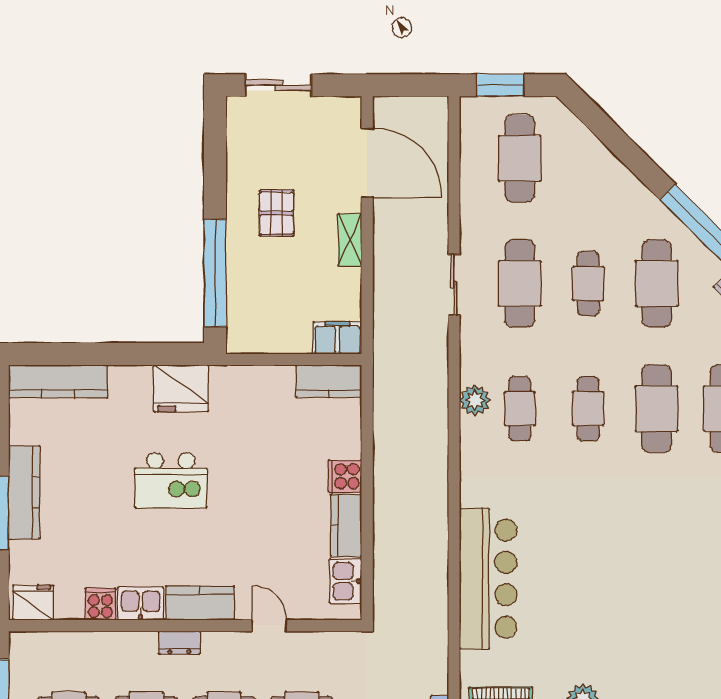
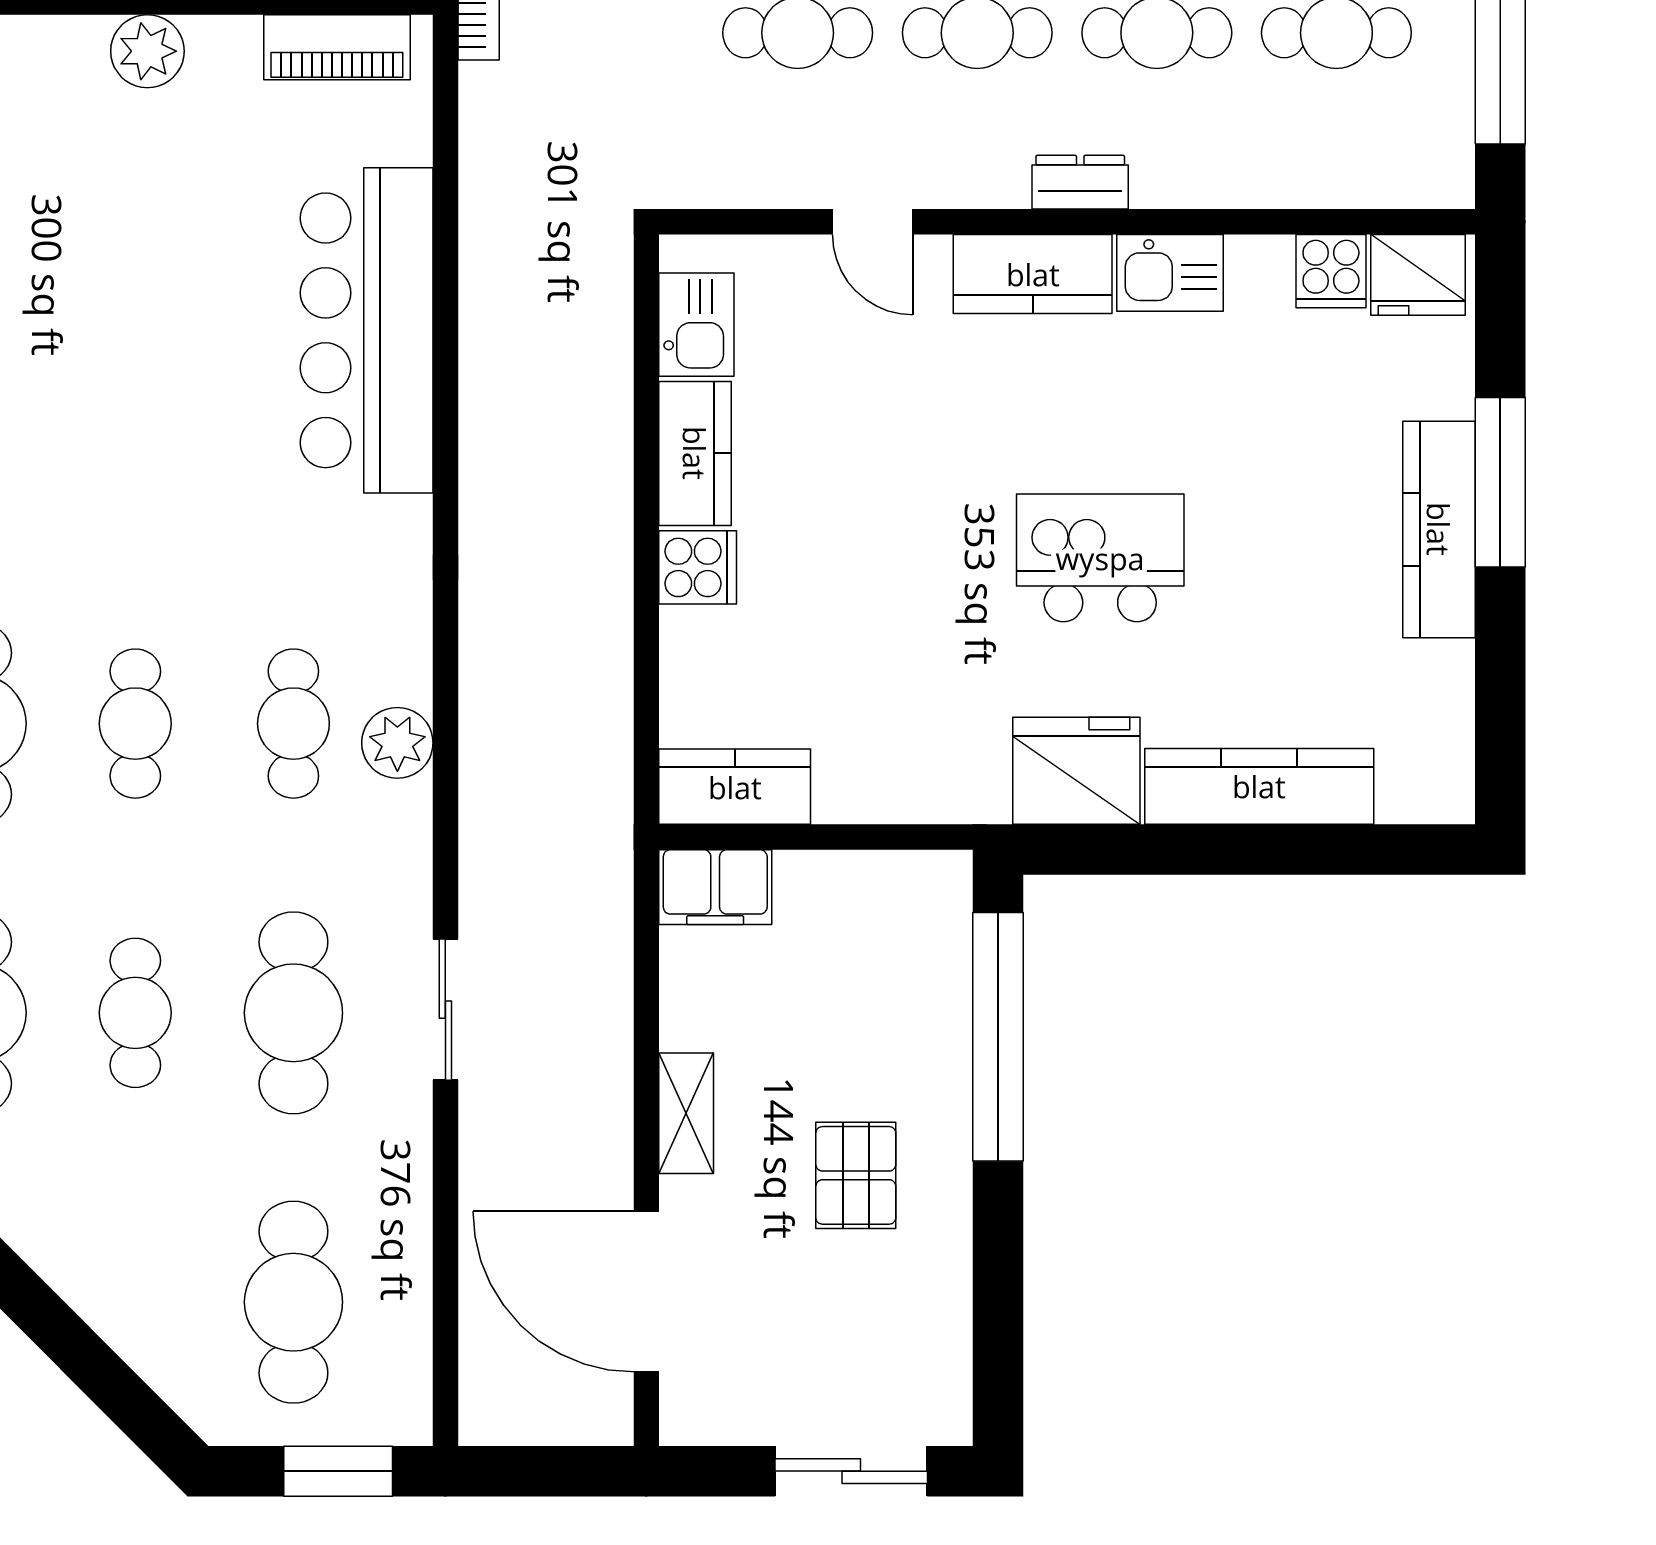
kitchen counter: (58, 381) -> (1259, 786), moved
cooker: (100, 604) -> (1331, 271), moved

